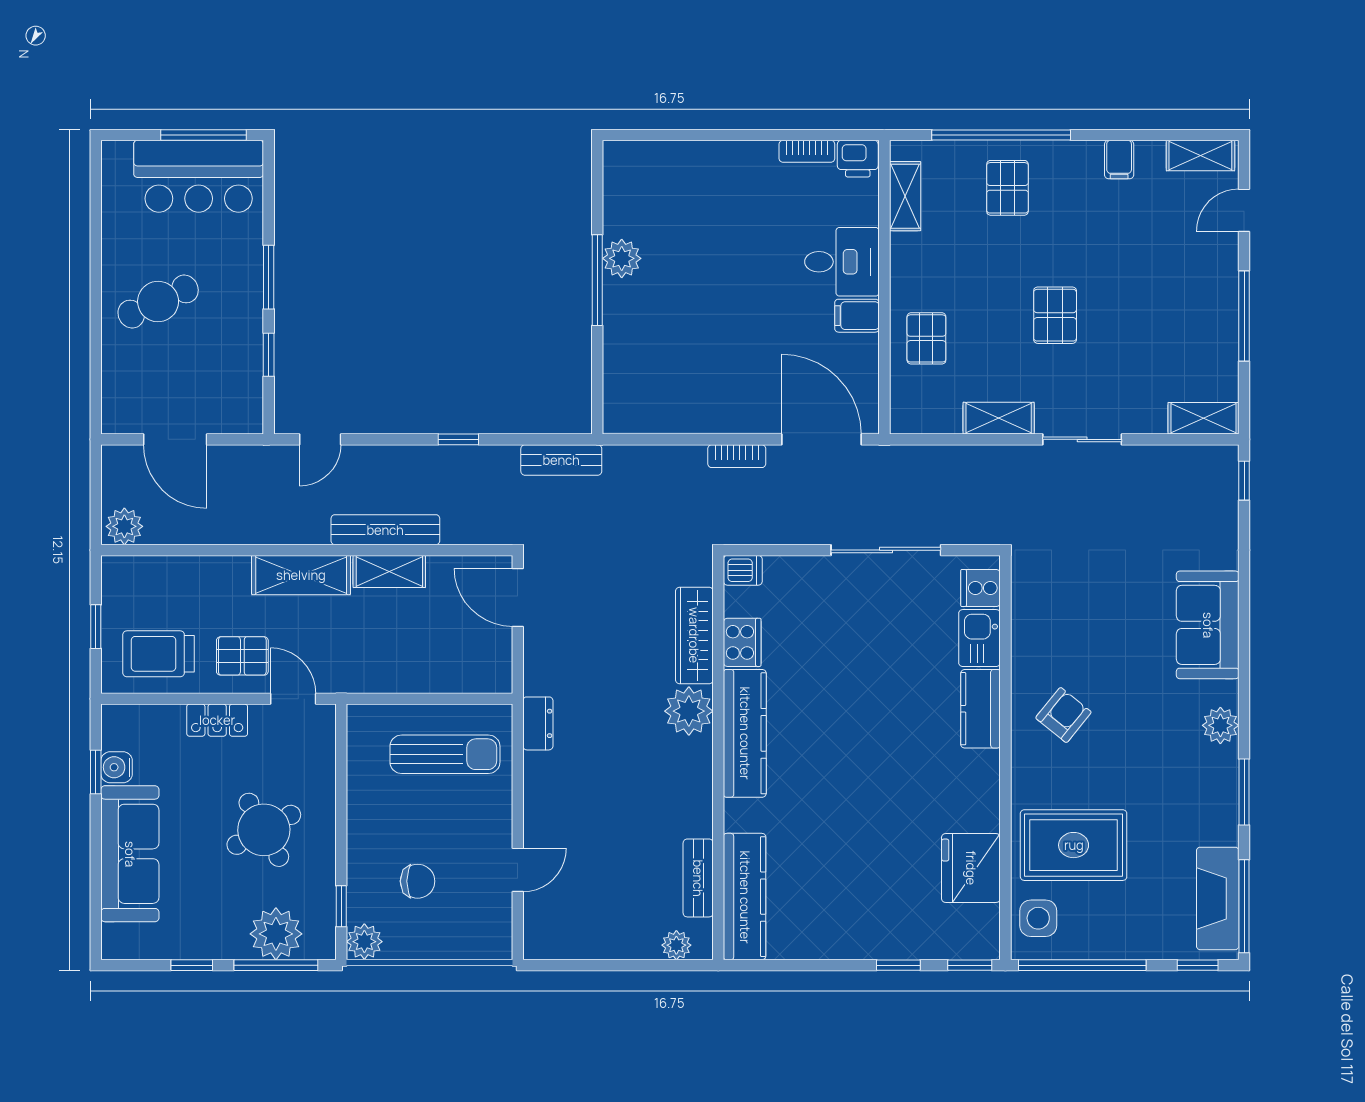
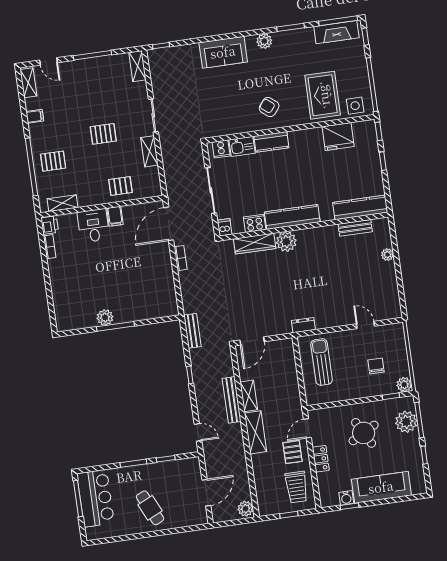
dishwasher: (743, 570) -> (225, 227), moved
wardrobe: (694, 635) -> (255, 244), moved
cooker: (742, 642) -> (255, 223), moved
plant: (689, 711) -> (286, 242), moved
kitchen counter: (745, 733) -> (292, 217), moved
wall: (718, 758) -> (304, 227), moved
bench: (698, 878) -> (355, 228), moved
kitchen counter: (745, 897) -> (360, 207), moved

